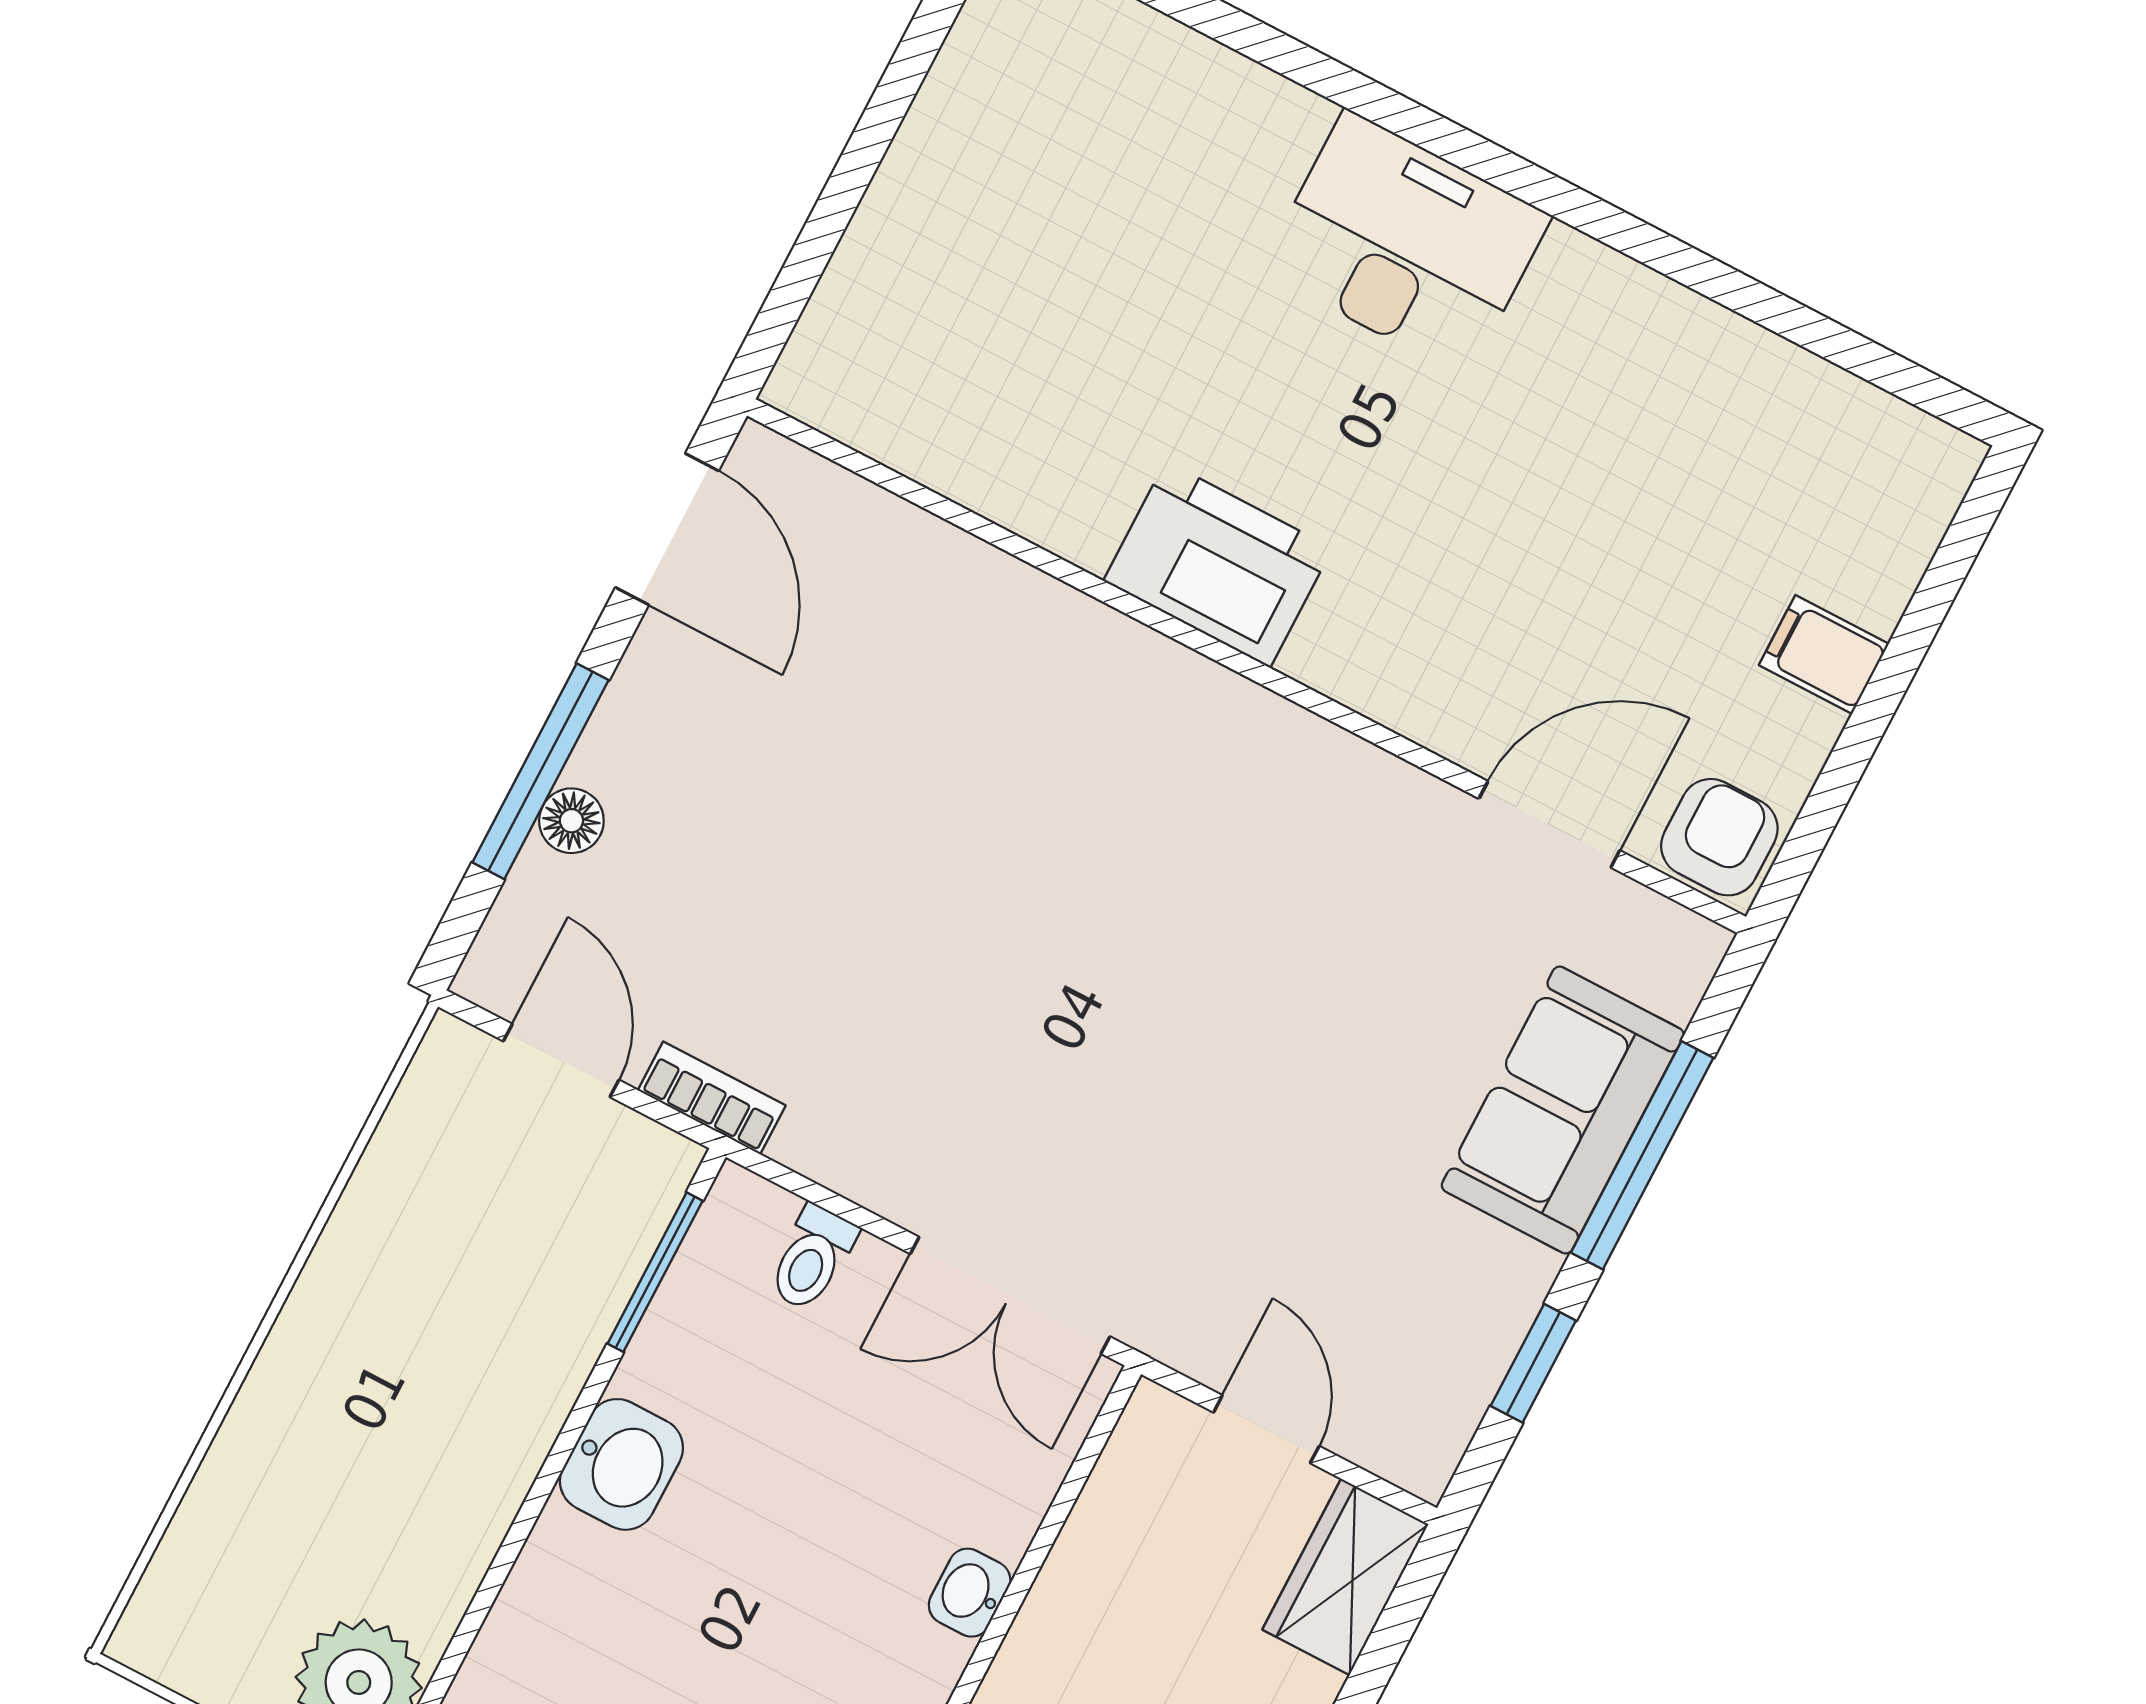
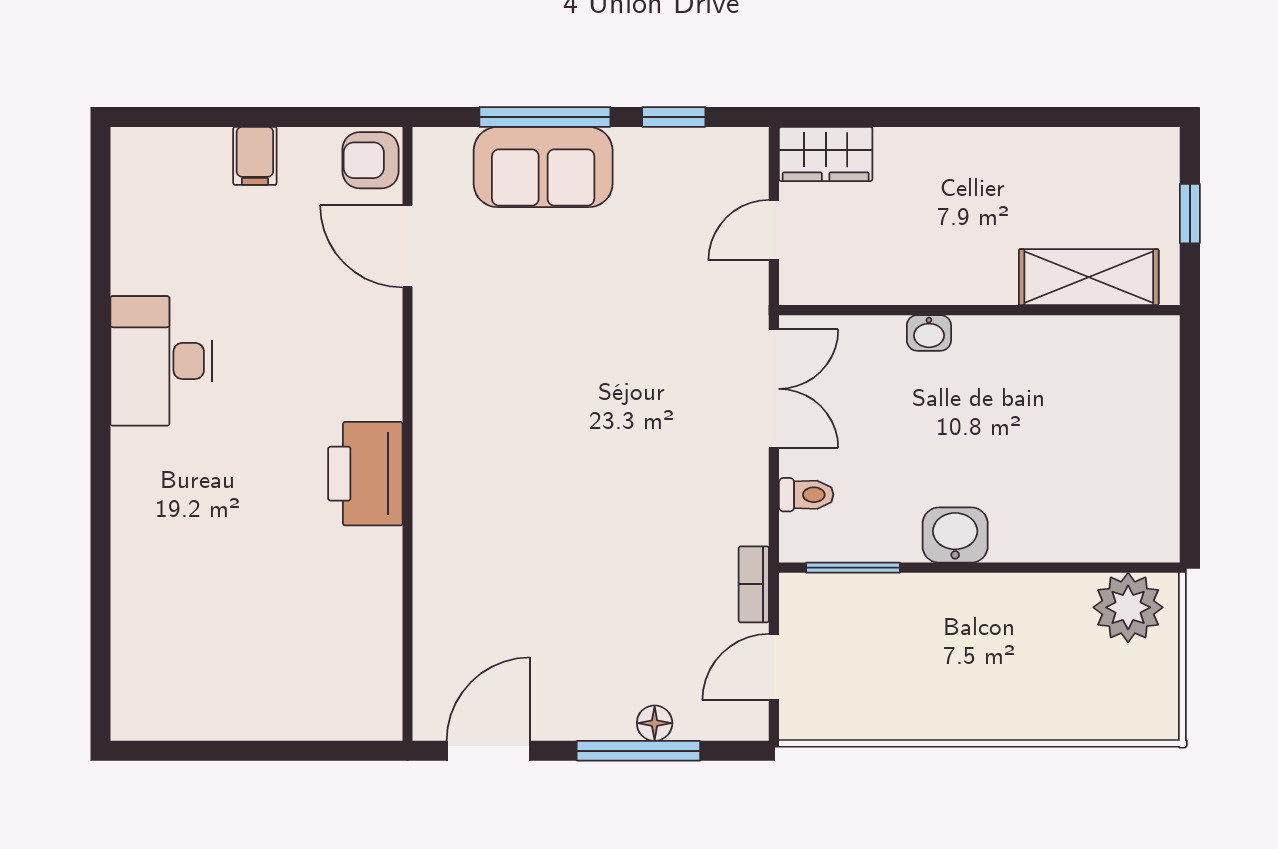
desk: (1406, 243) -> (161, 361), moved

